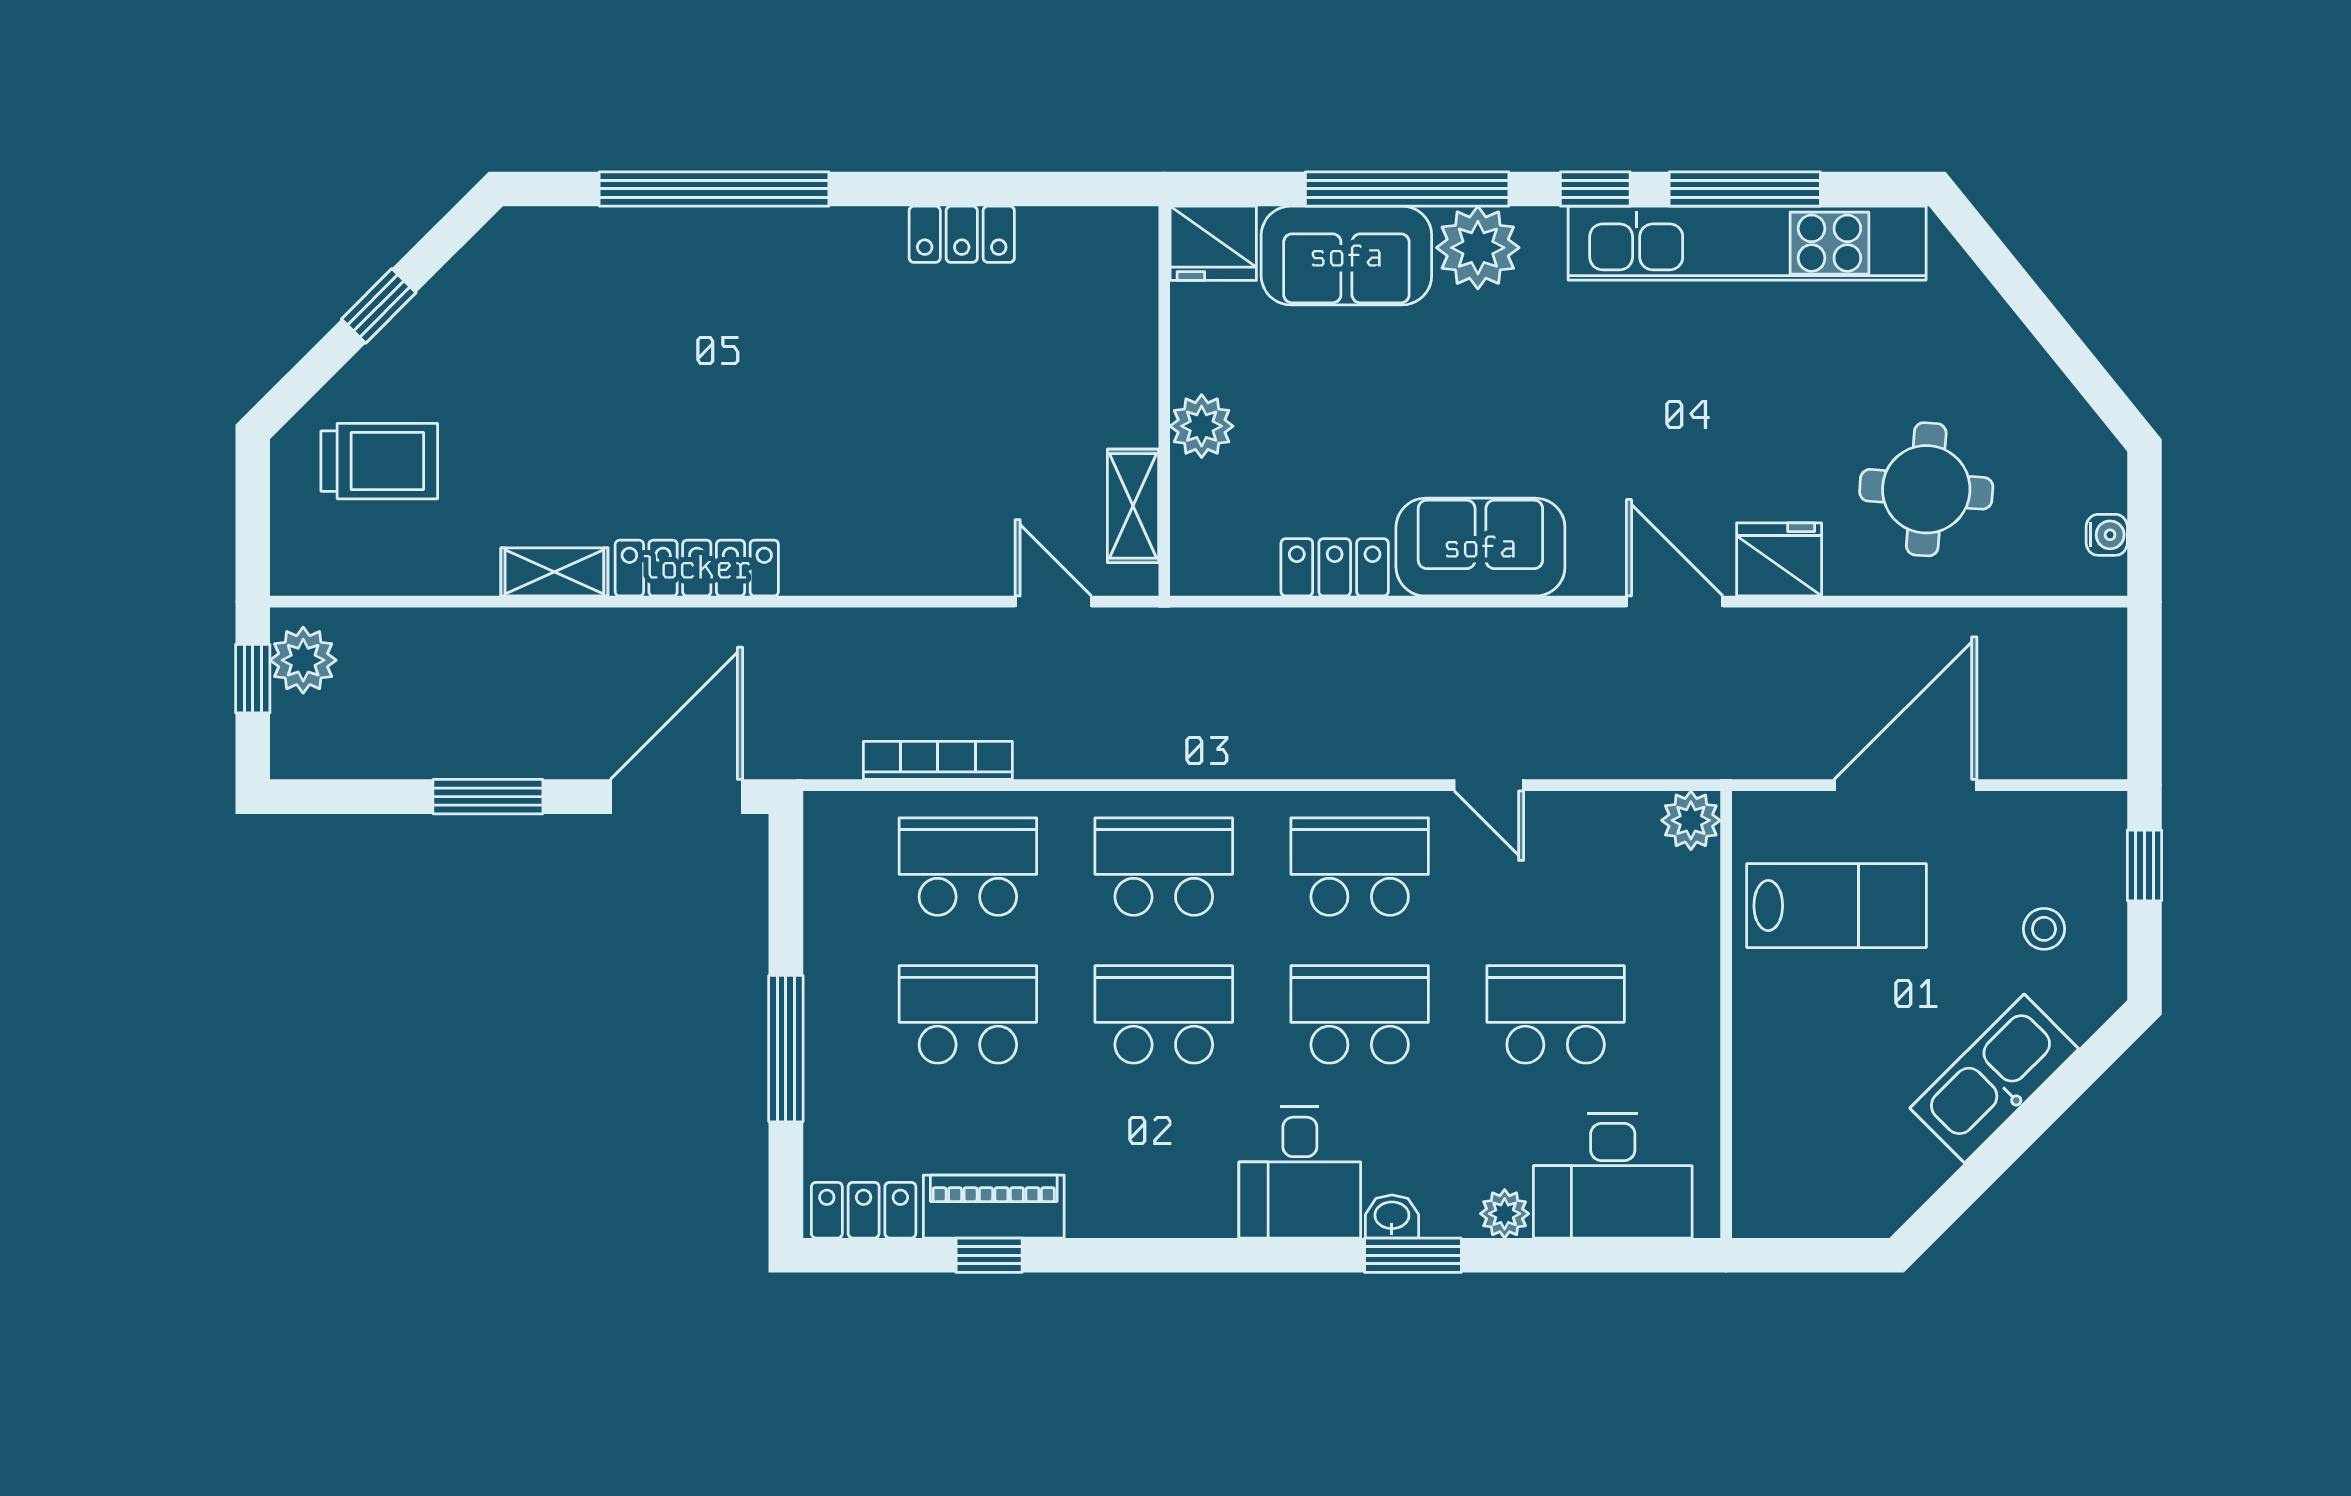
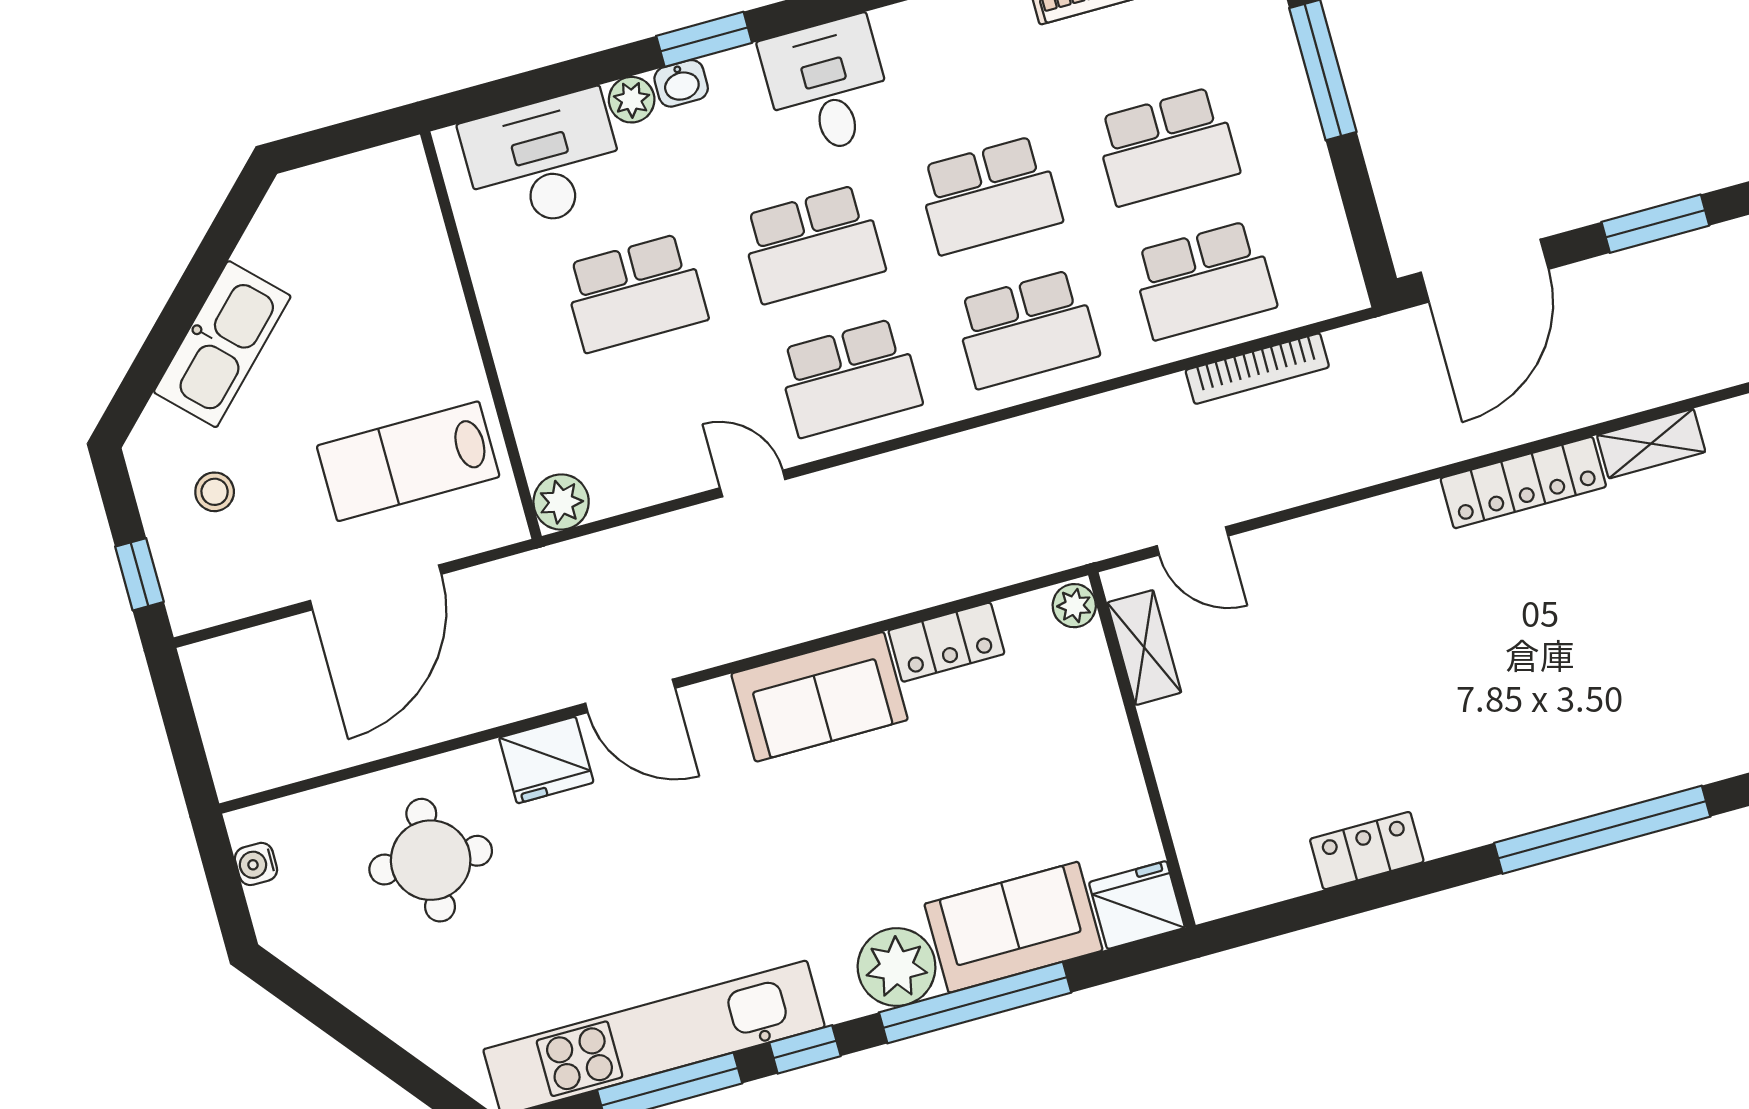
plant: (1202, 426) -> (1074, 606), moved, width x0.73, depth x0.73
washbasin: (1392, 1217) -> (681, 83), moved

